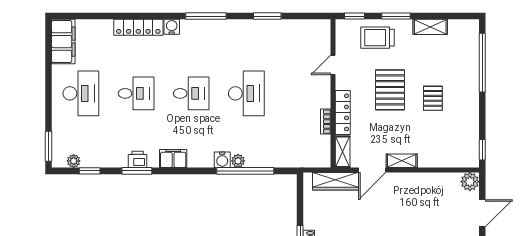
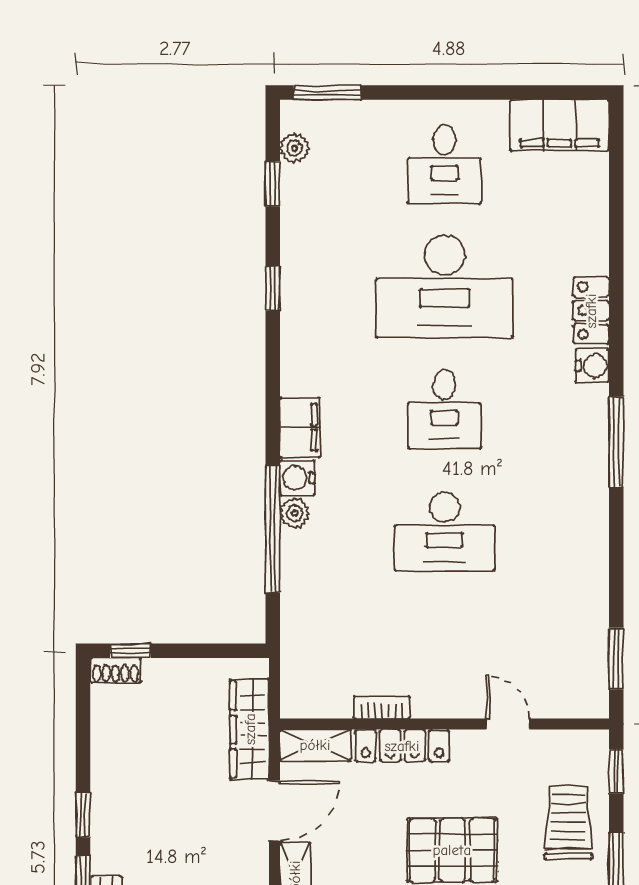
window: (267, 16) -> (616, 658), moved
locker: (138, 27) -> (591, 311), width x0.66
desk: (81, 93) -> (444, 164), width x0.73
desk: (136, 93) -> (444, 287), width x1.87, depth x1.30
printer: (138, 159) -> (298, 290), removed
filing cabinet: (173, 159) -> (300, 427), moved
door: (372, 170) -> (274, 811), swing flipped
window: (137, 171) -> (273, 288), width x0.67

